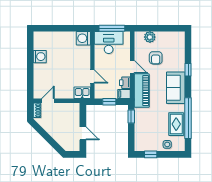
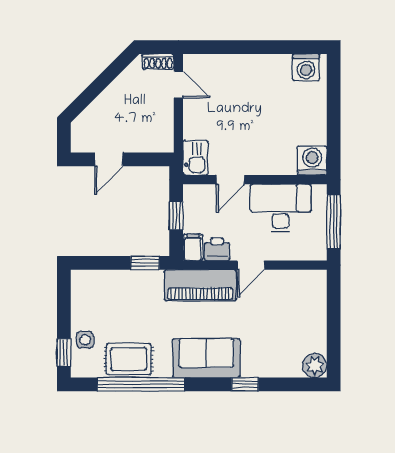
plant: (150, 37) -> (315, 366), moved
desk: (109, 43) -> (281, 208), moved, turned -90
washing machine: (40, 57) -> (306, 67), moved
armchair: (156, 58) -> (270, 315), removed
window: (151, 154) -> (64, 352), moved

